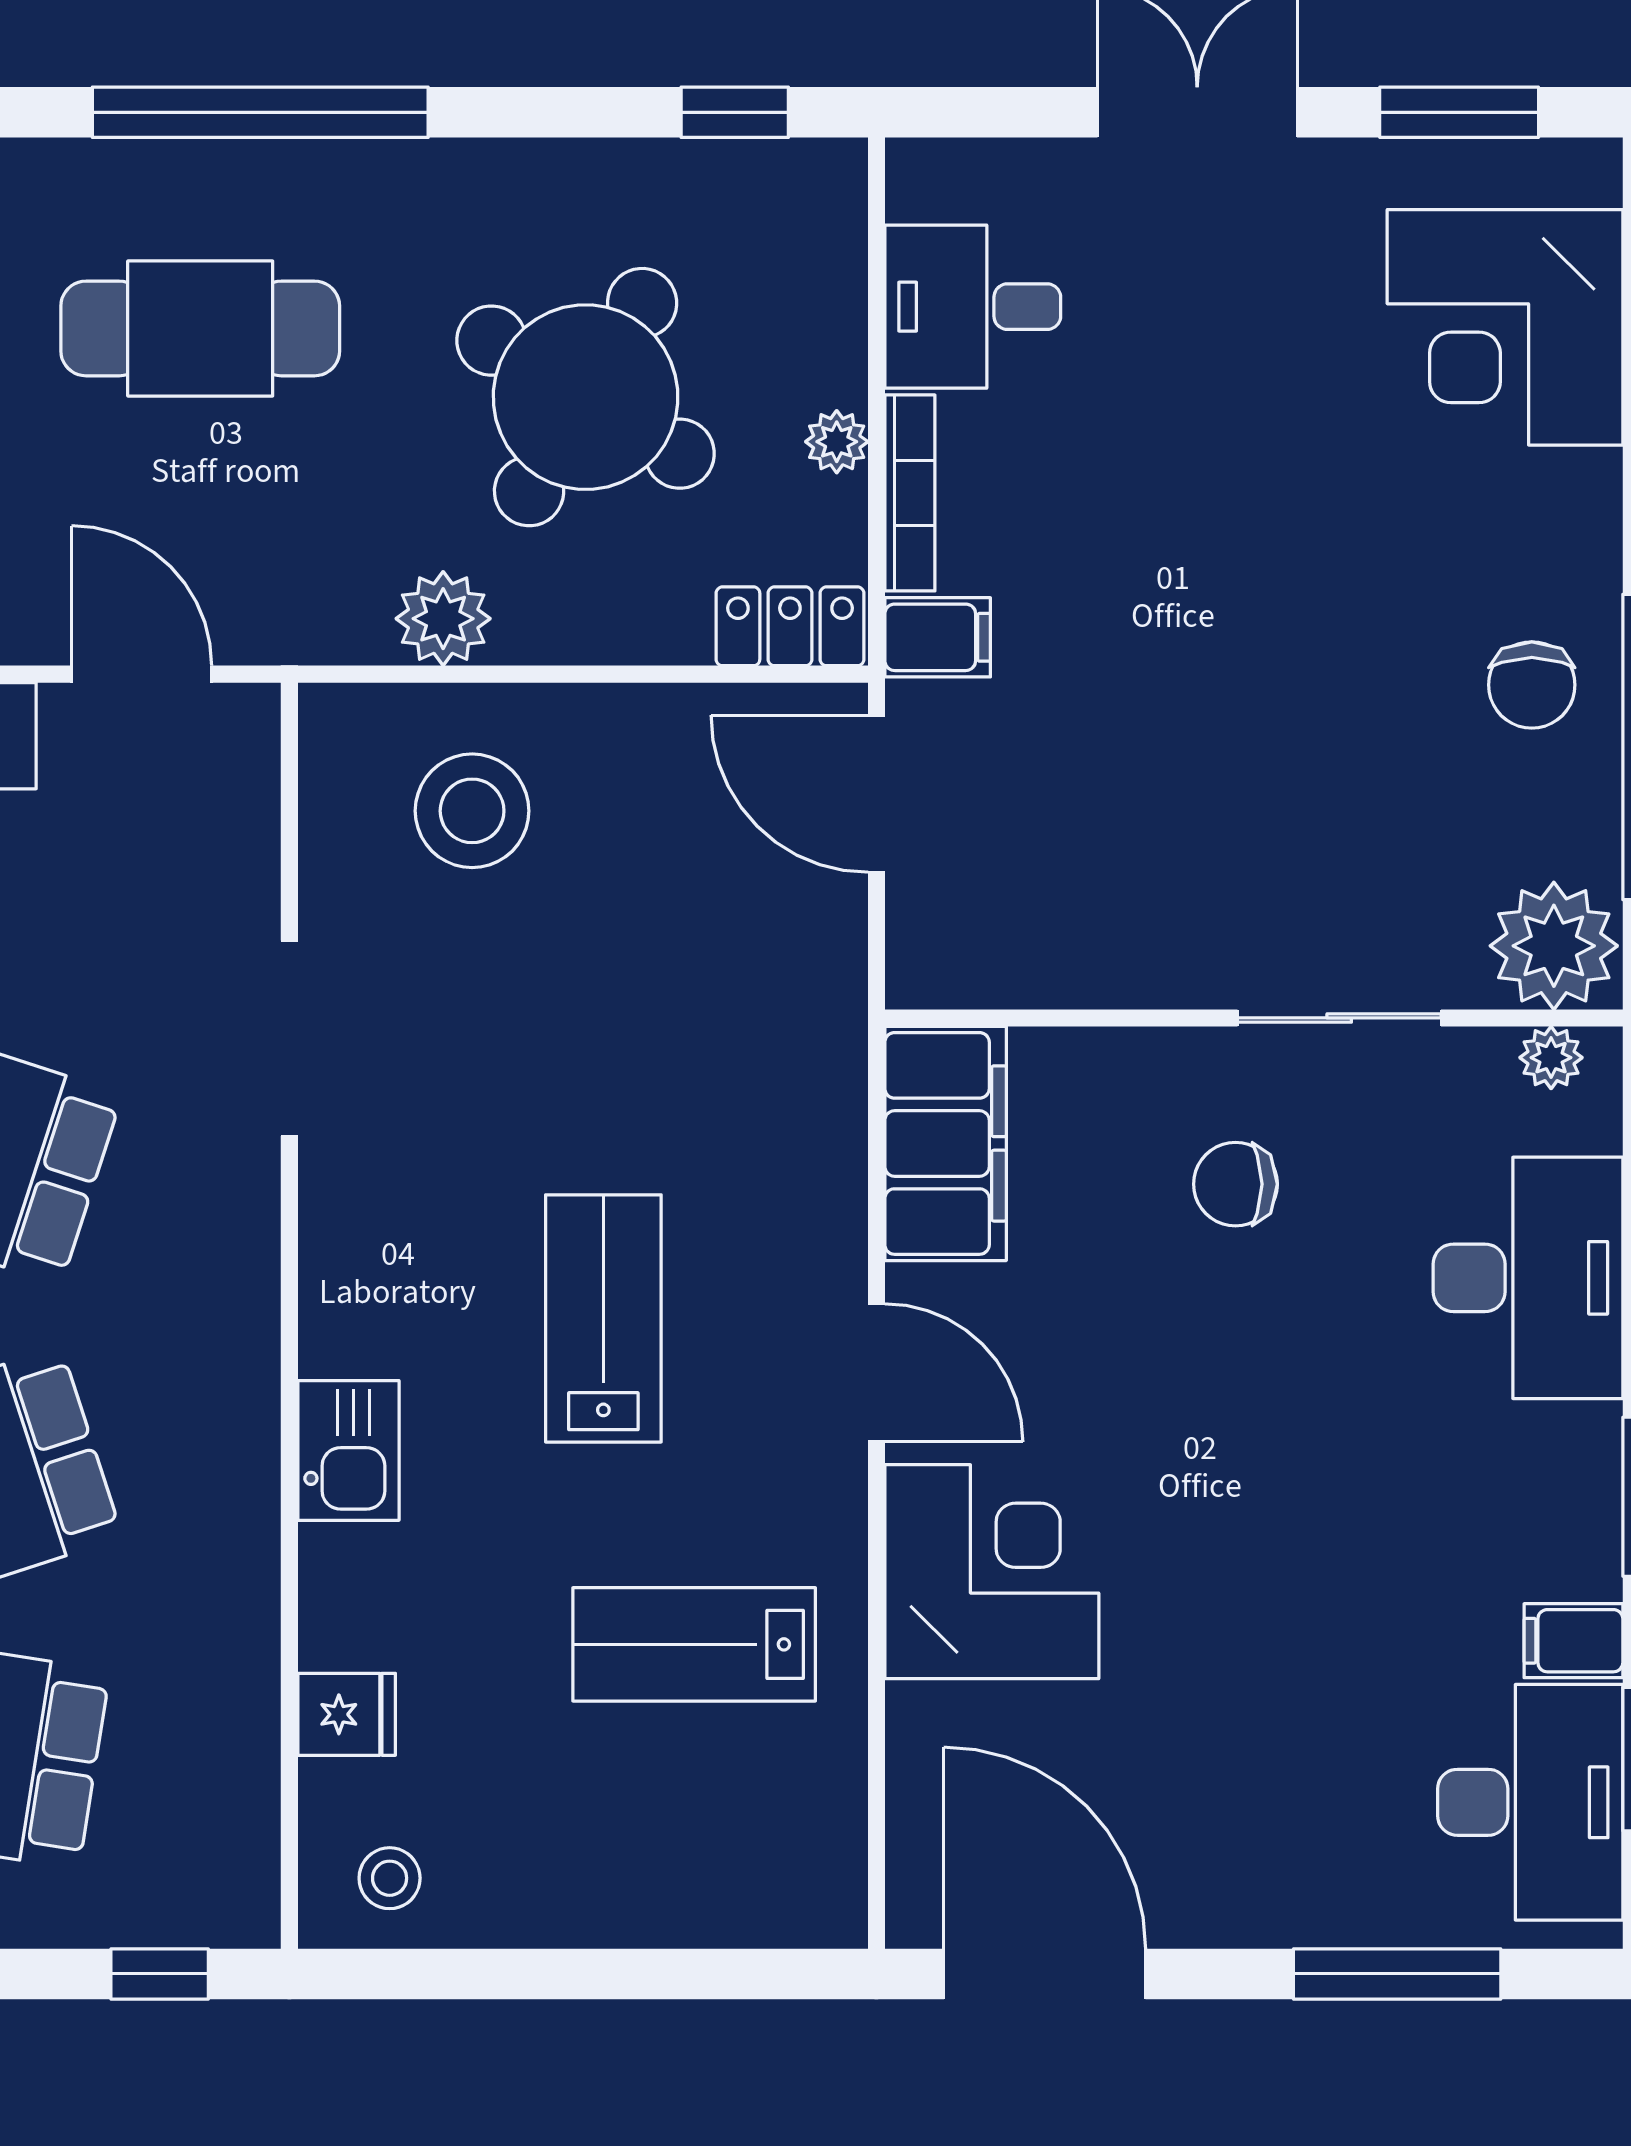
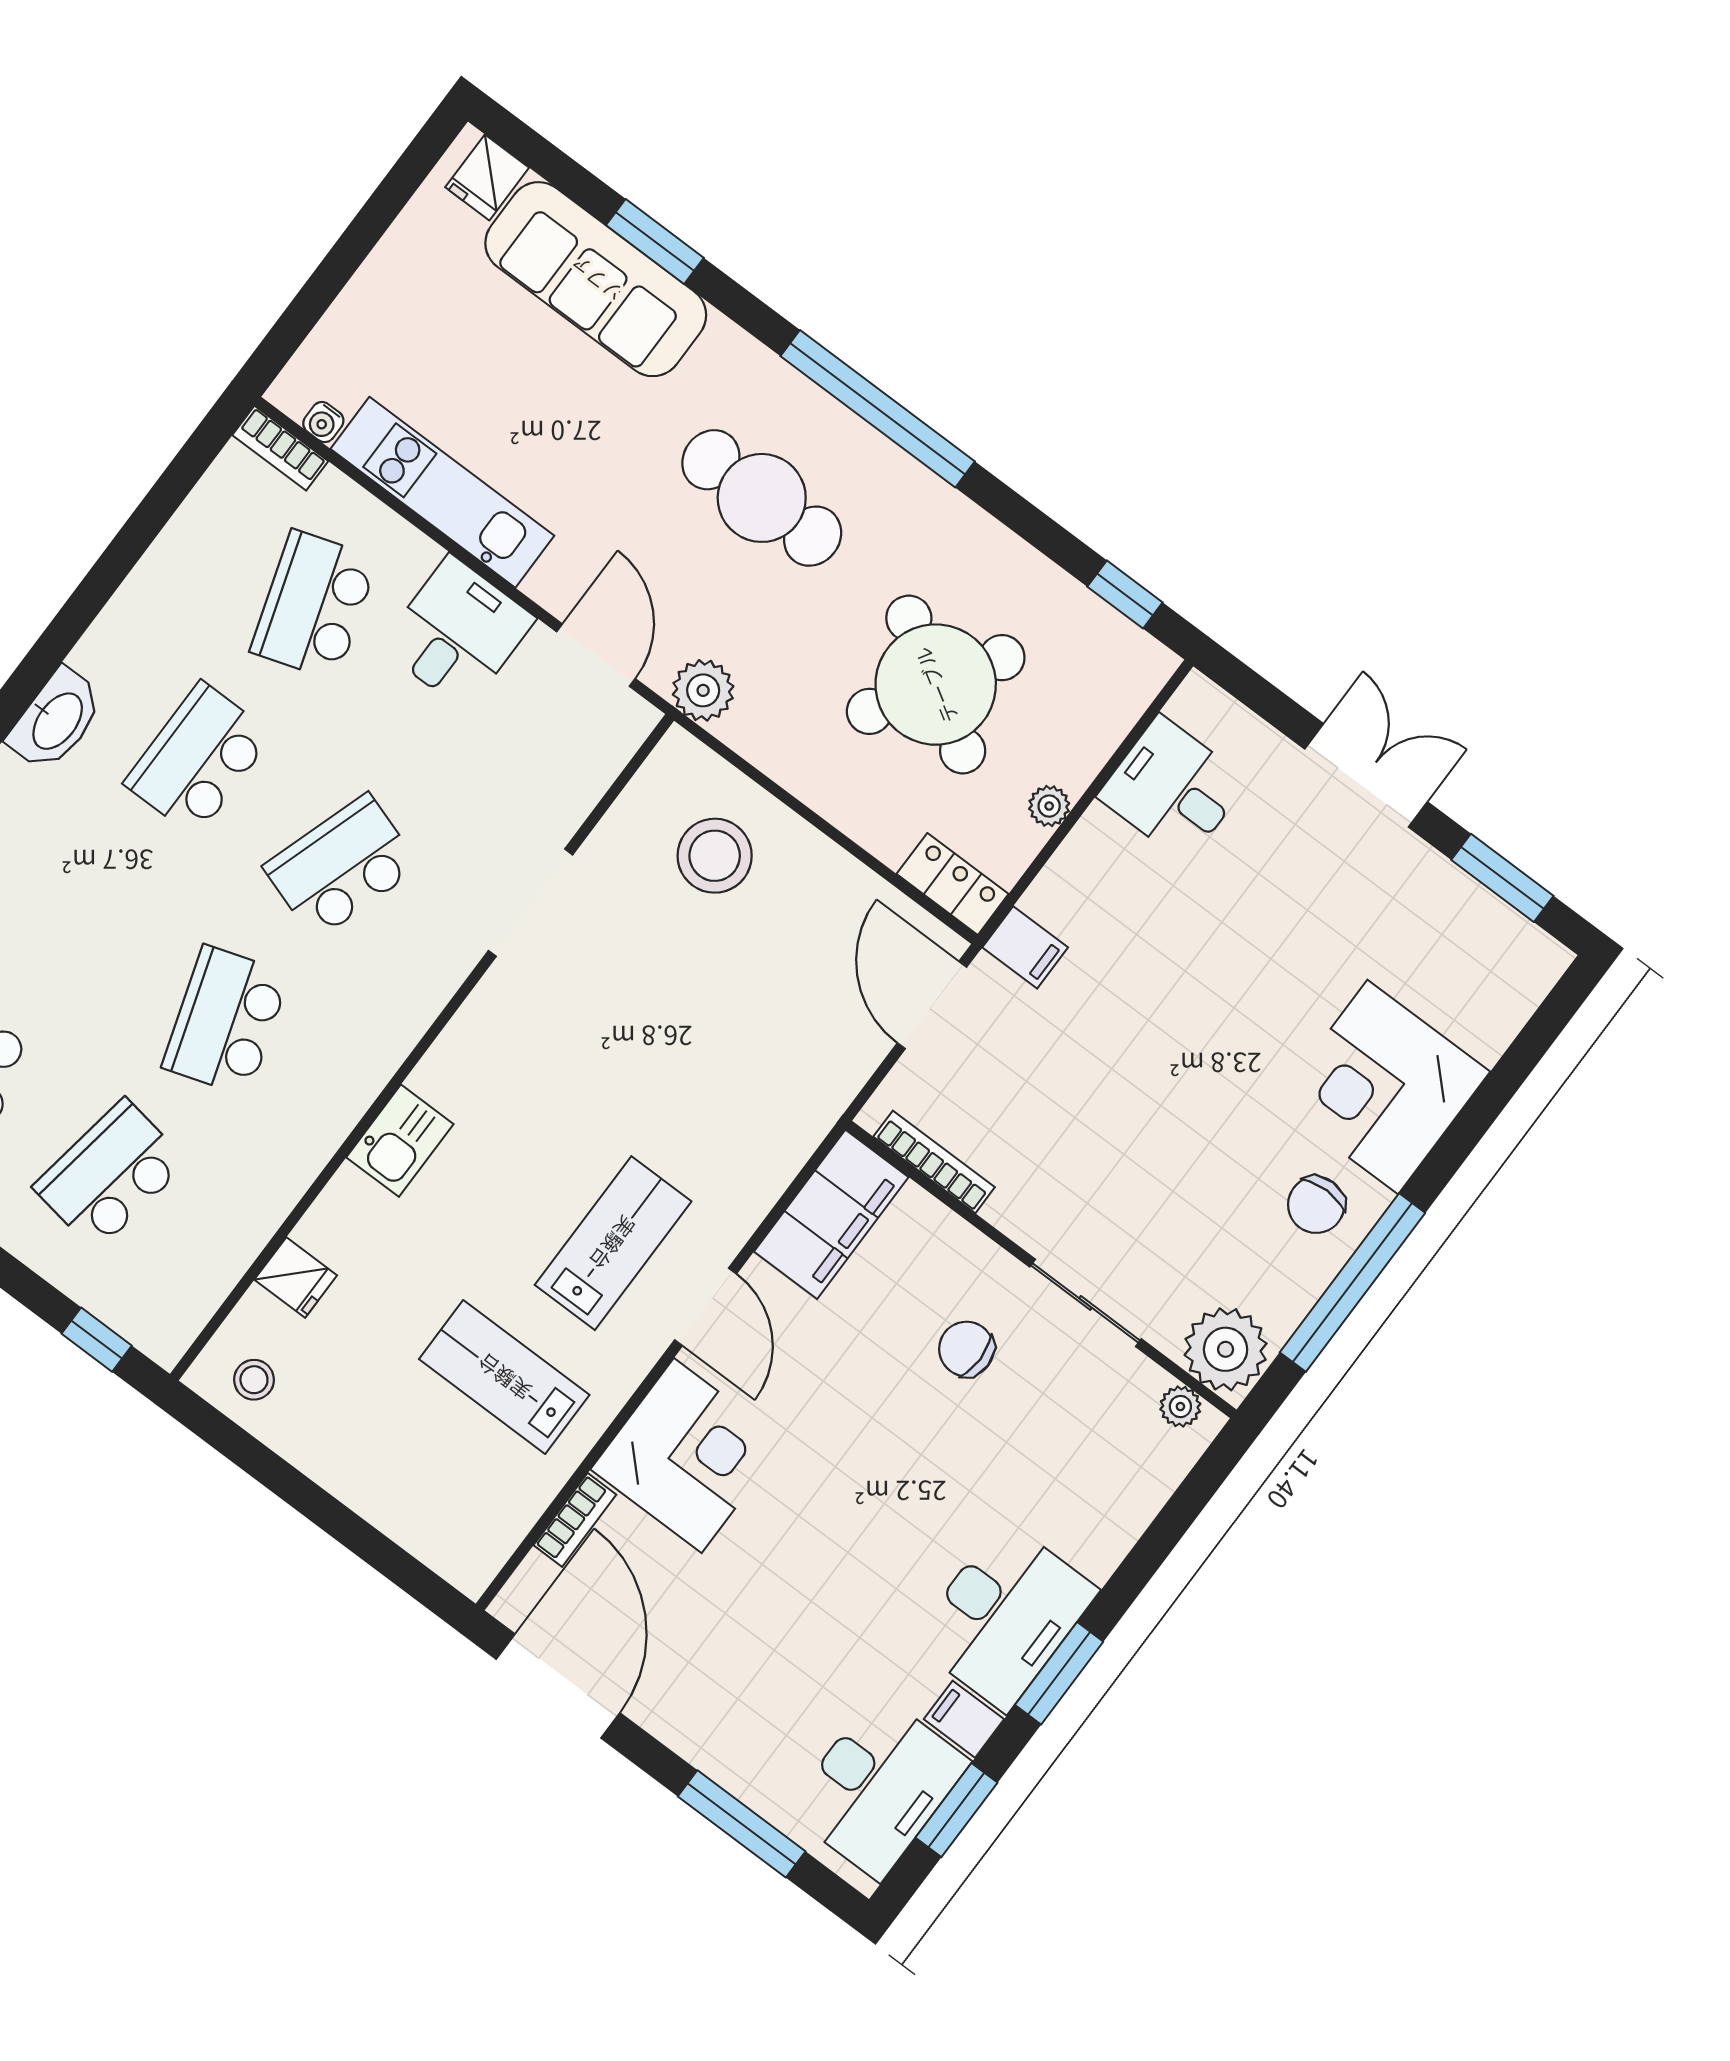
corner desk: (1505, 327) -> (1383, 1087), moved
bookcase: (910, 493) -> (934, 1162), moved, turned -90
plant: (443, 619) -> (703, 690), moved
desk: (1528, 1278) -> (1005, 1616), moved
lab bench: (603, 1318) -> (613, 1243), moved
bookcase: (913, 1755) -> (575, 1520), added

